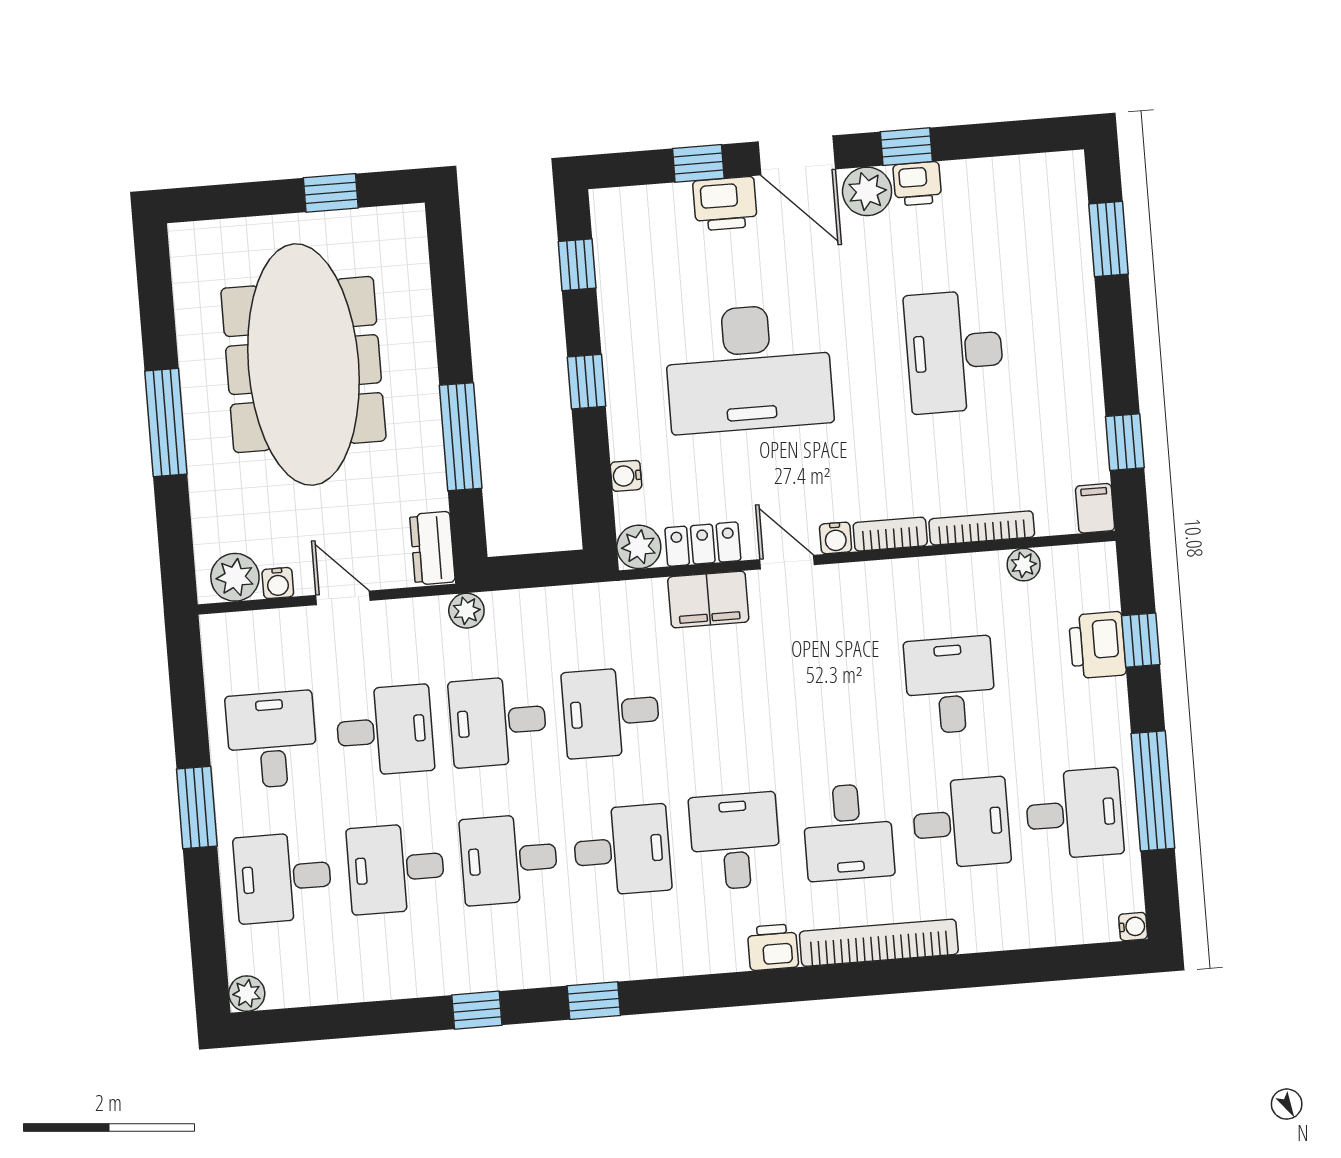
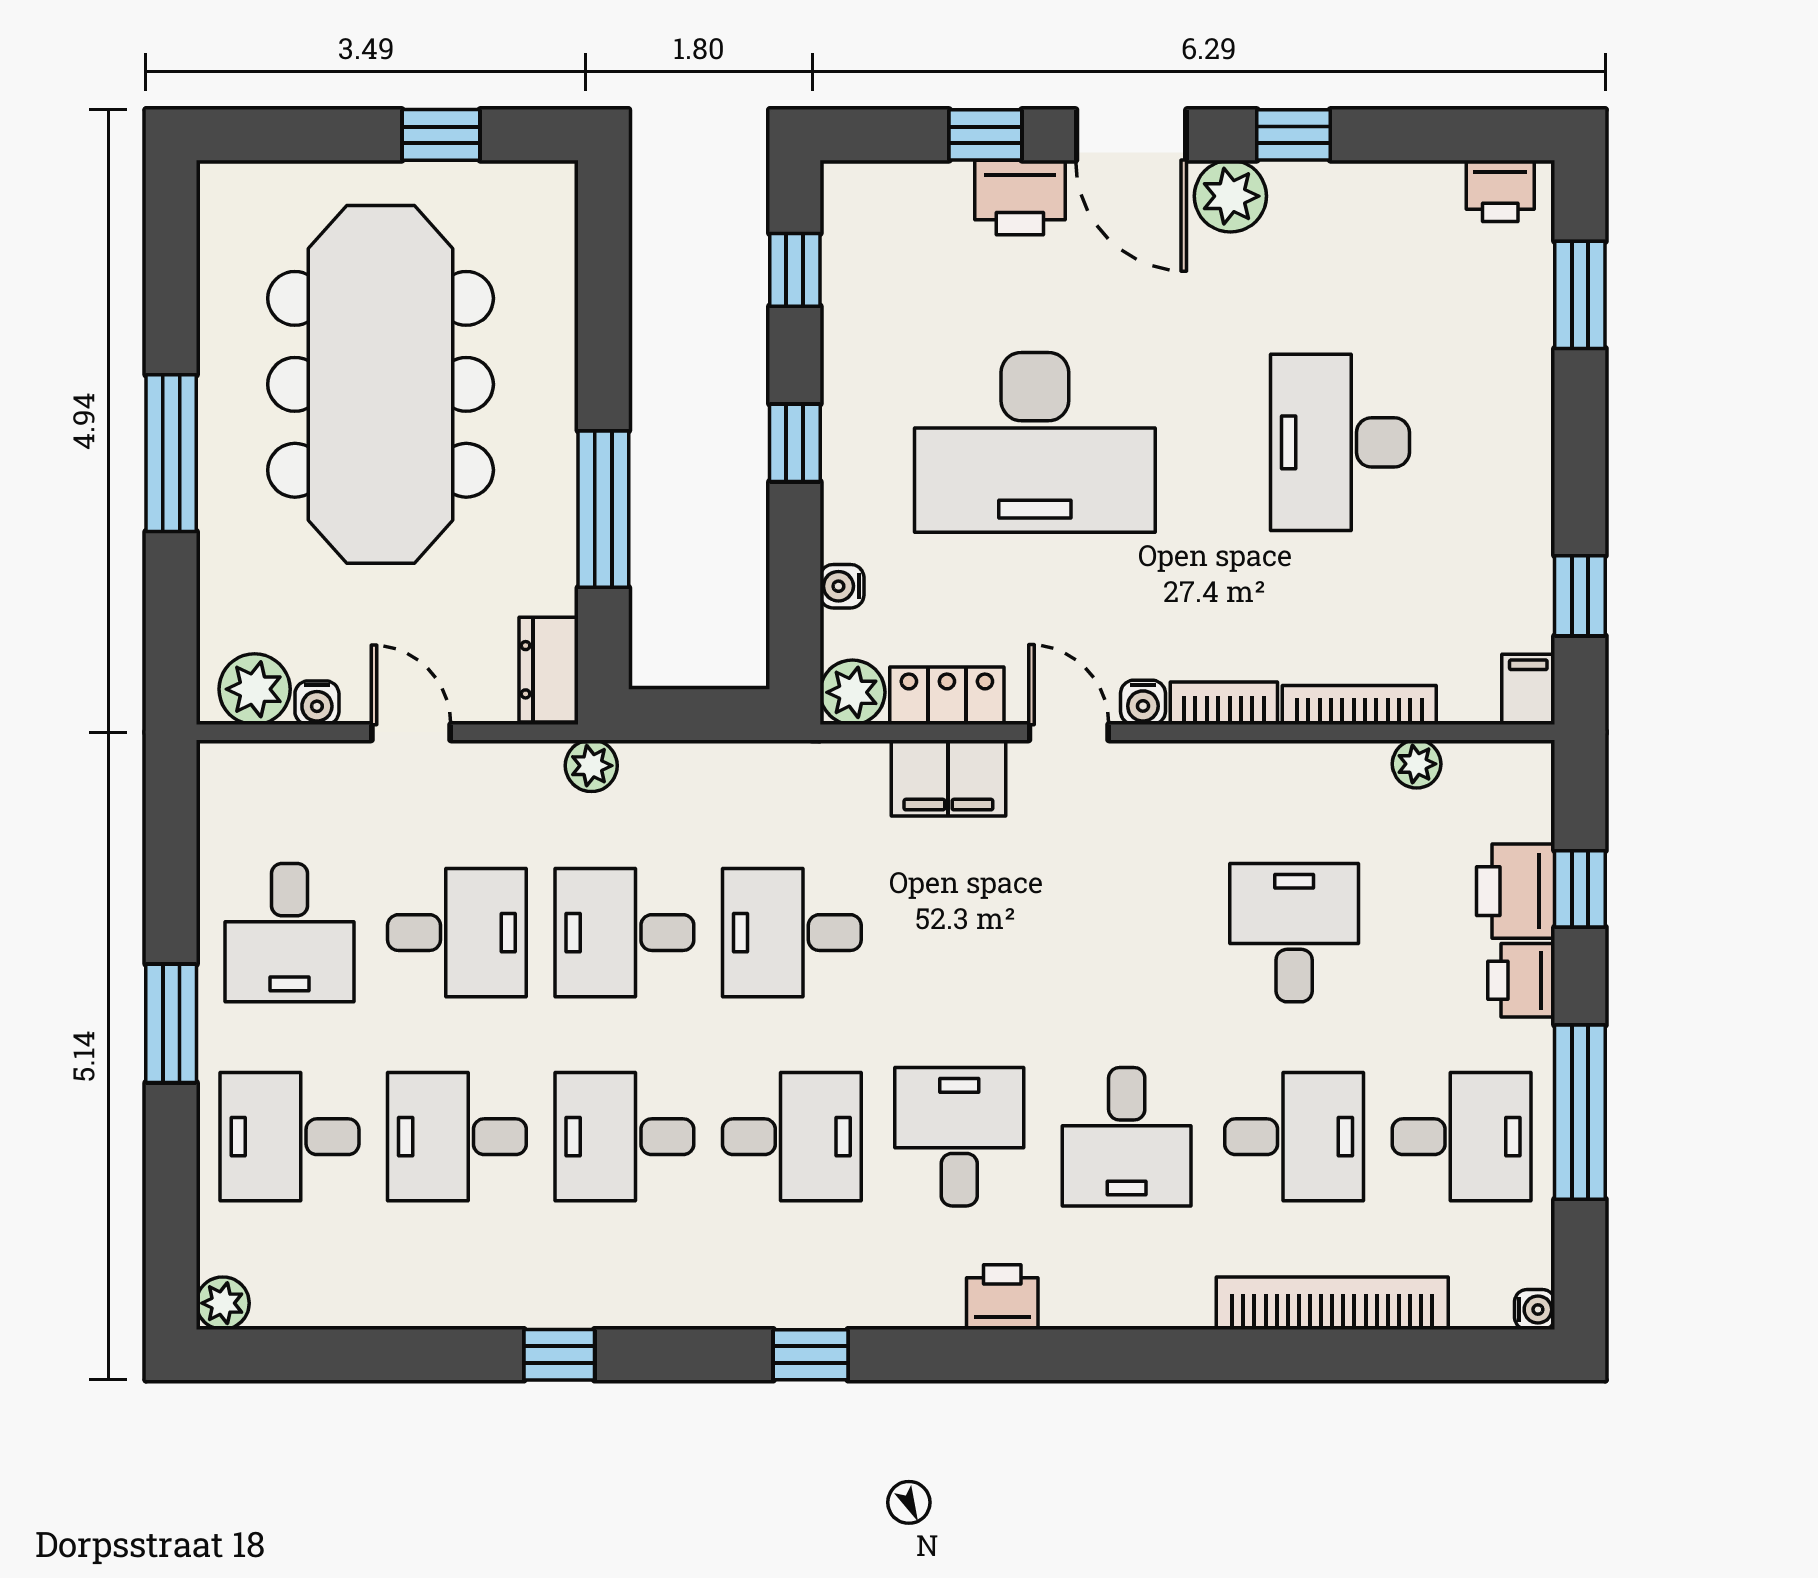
printer: (917, 184) -> (1500, 191), moved
printer: (1106, 705) -> (1521, 980), added
desk: (272, 740) -> (290, 933), turned 180
bookcase: (879, 943) -> (1332, 1303), moved
window: (594, 1001) -> (811, 1355), moved

